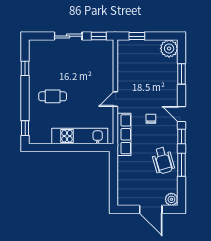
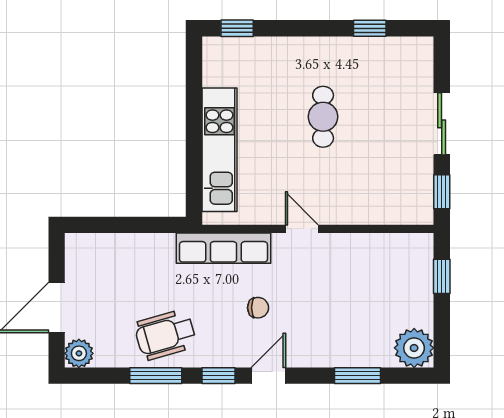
cafe table: (53, 96) -> (323, 117), moved

